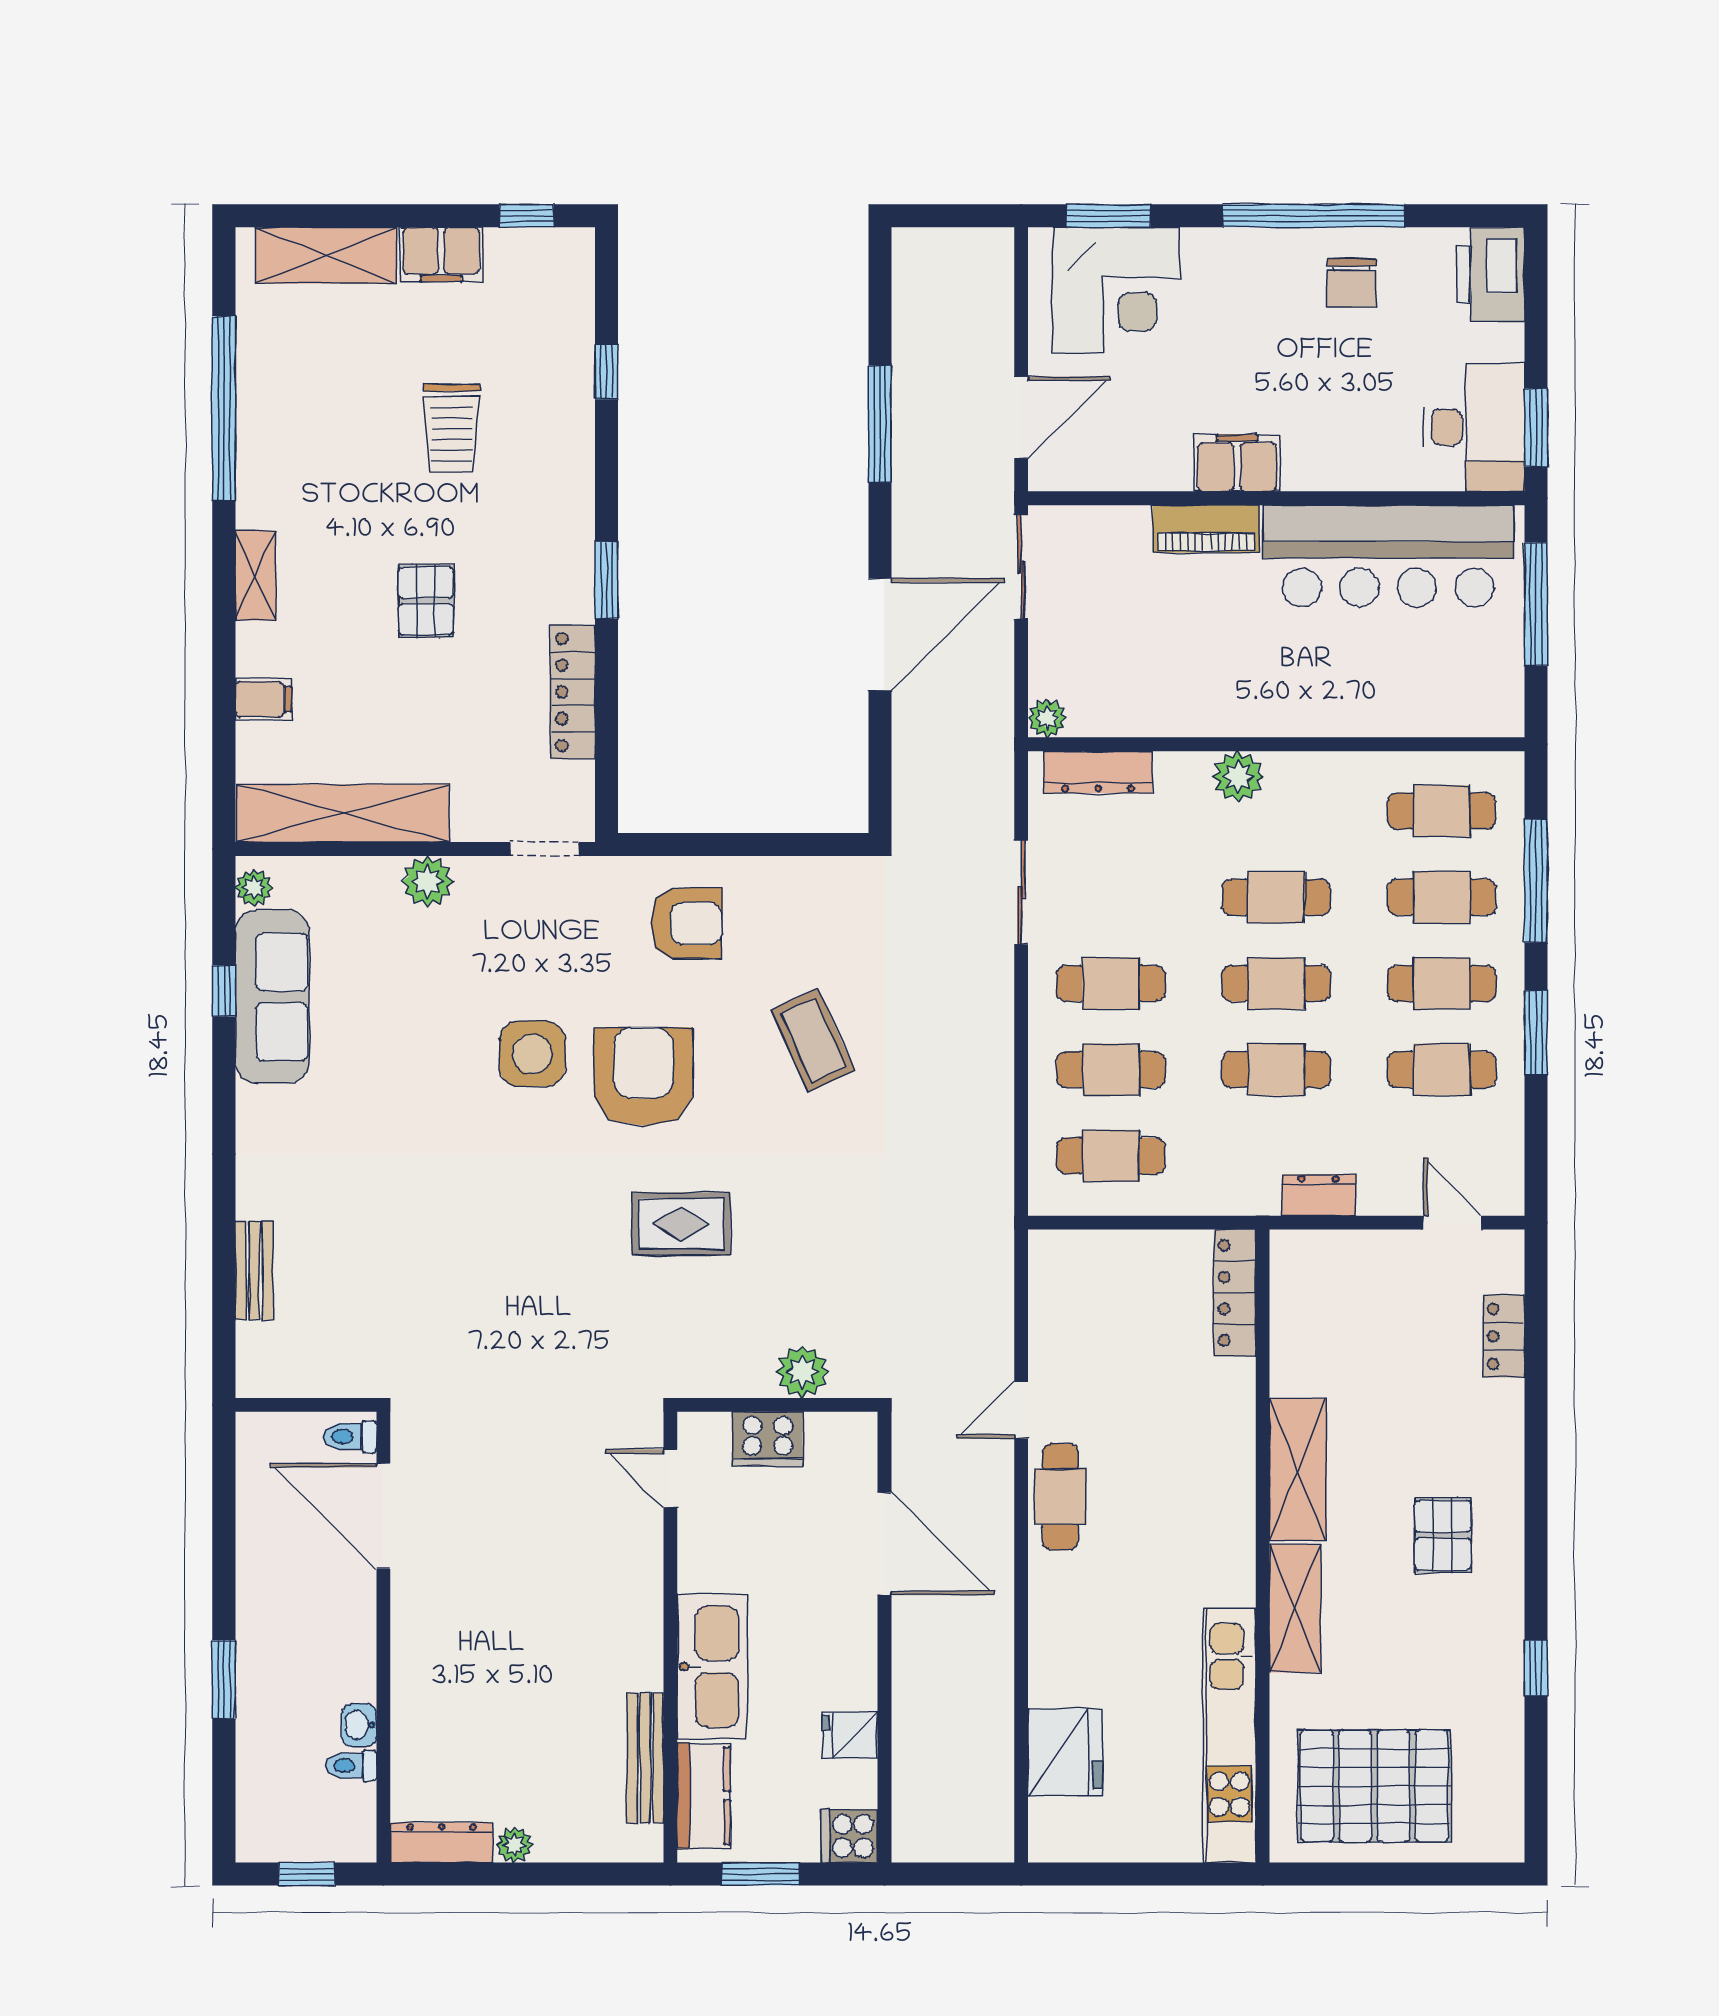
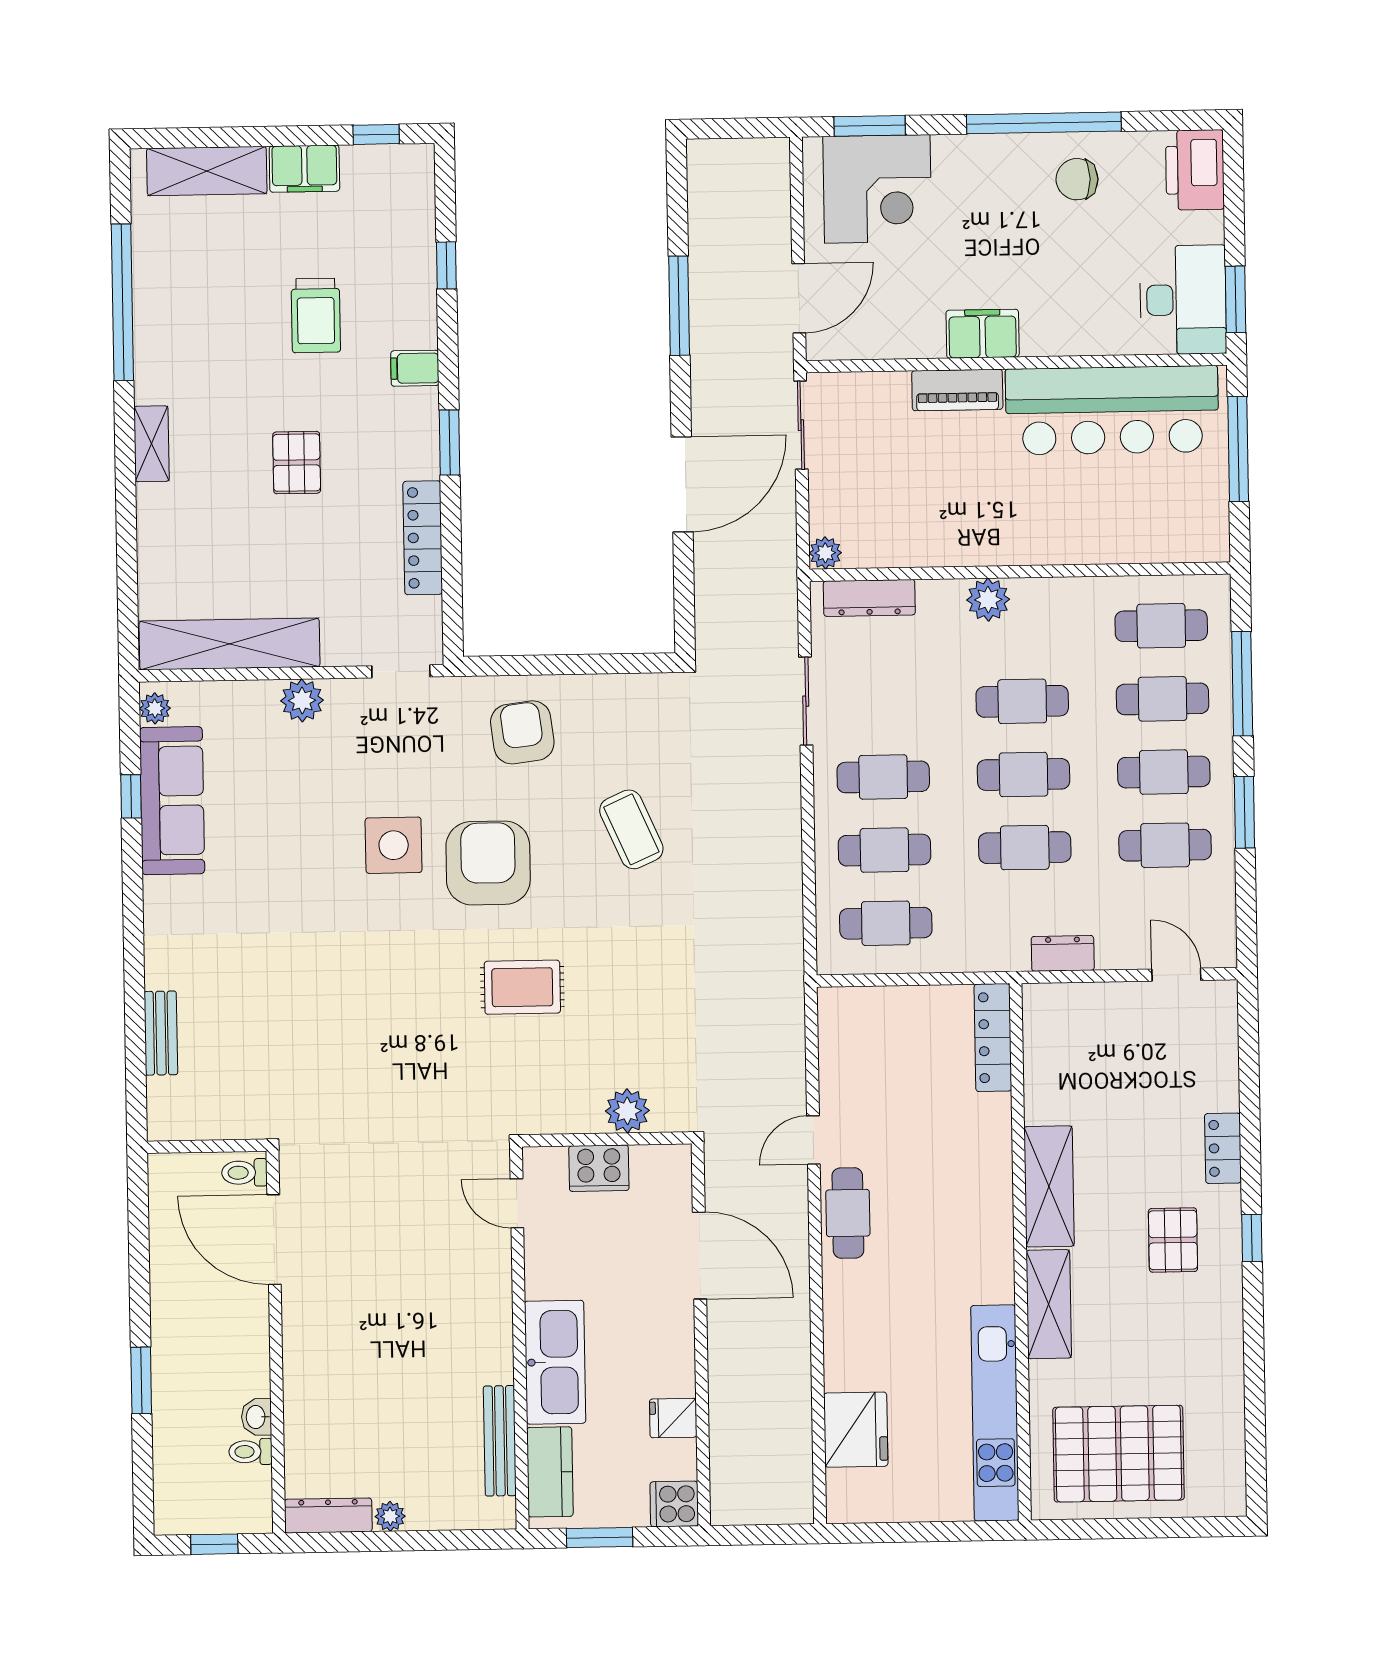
chair: (1352, 283) -> (1077, 179), turned 90
filing cabinet: (263, 699) -> (415, 368), moved, turned 180
armchair: (686, 923) -> (522, 732), turned -97
locker: (1504, 1336) -> (1223, 1148), moved
window: (1536, 1668) -> (1252, 1238), moved

